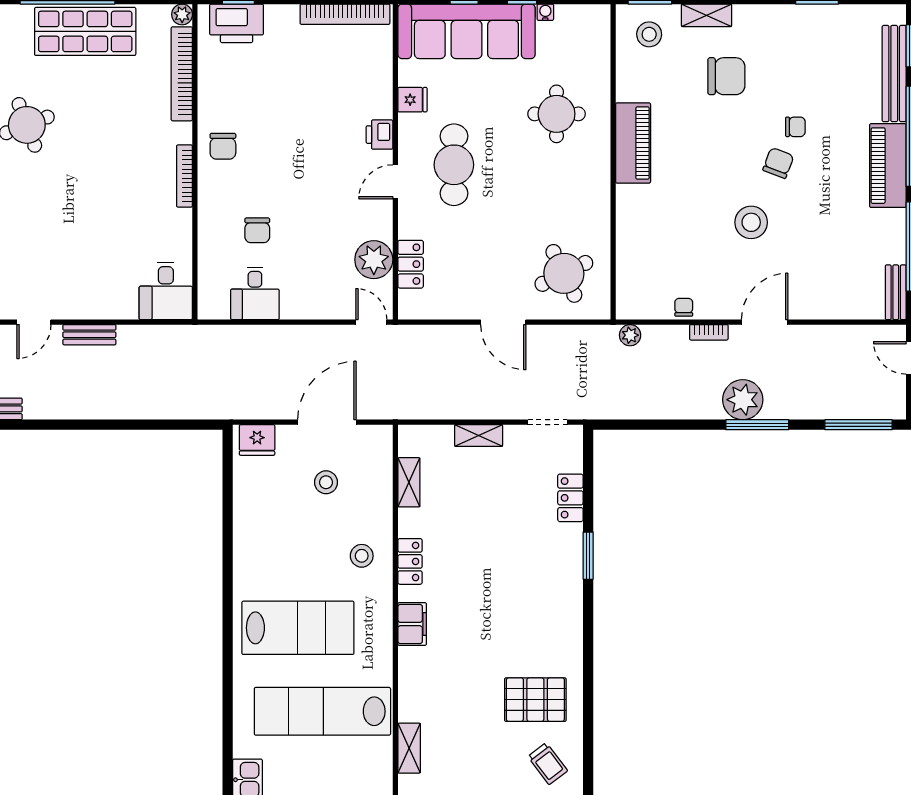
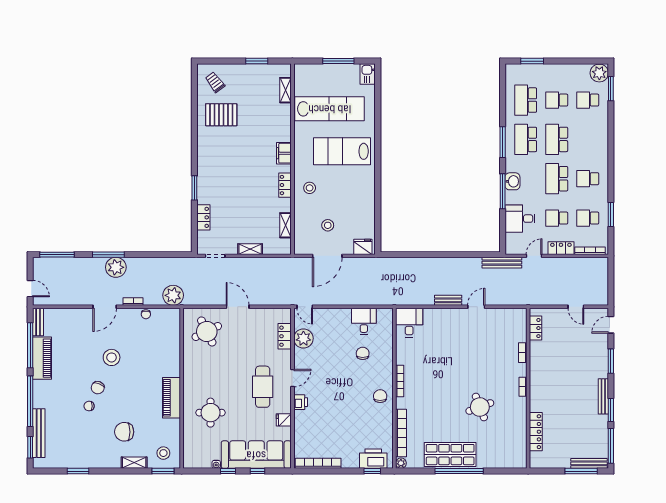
piano: (888, 166) -> (42, 358), moved
plant: (630, 335) -> (173, 295), width x1.88, depth x1.88

